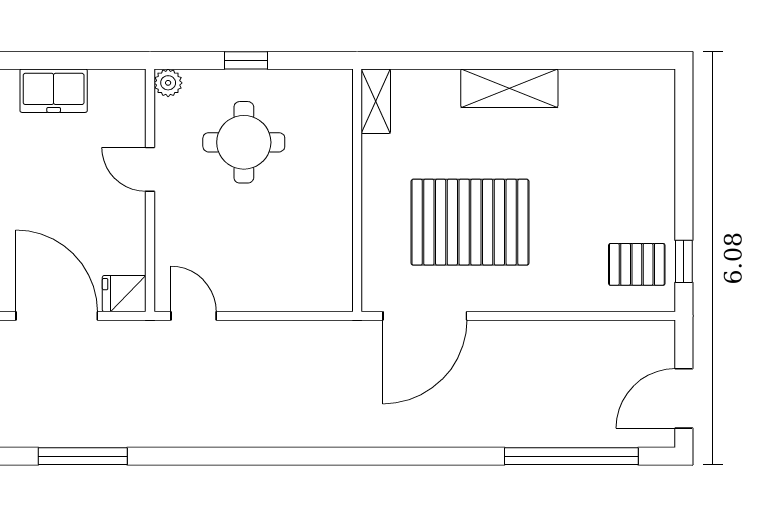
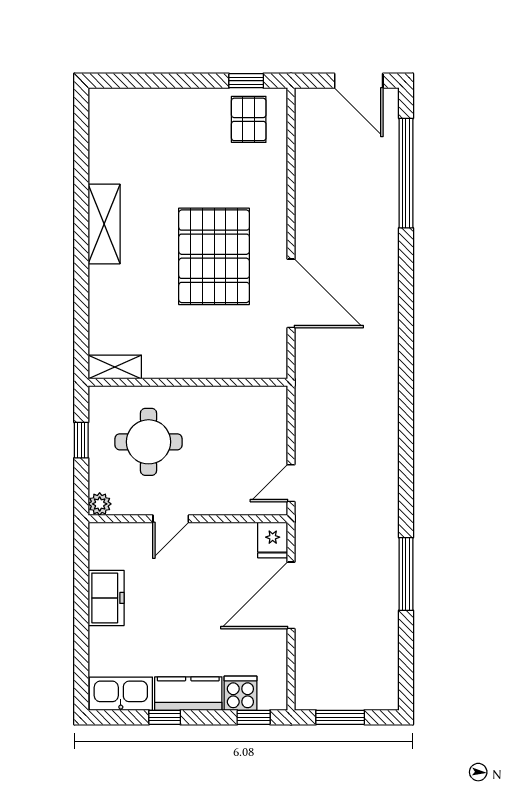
shelving: (376, 101) -> (115, 367), moved
wall: (357, 190) -> (188, 382), moved

